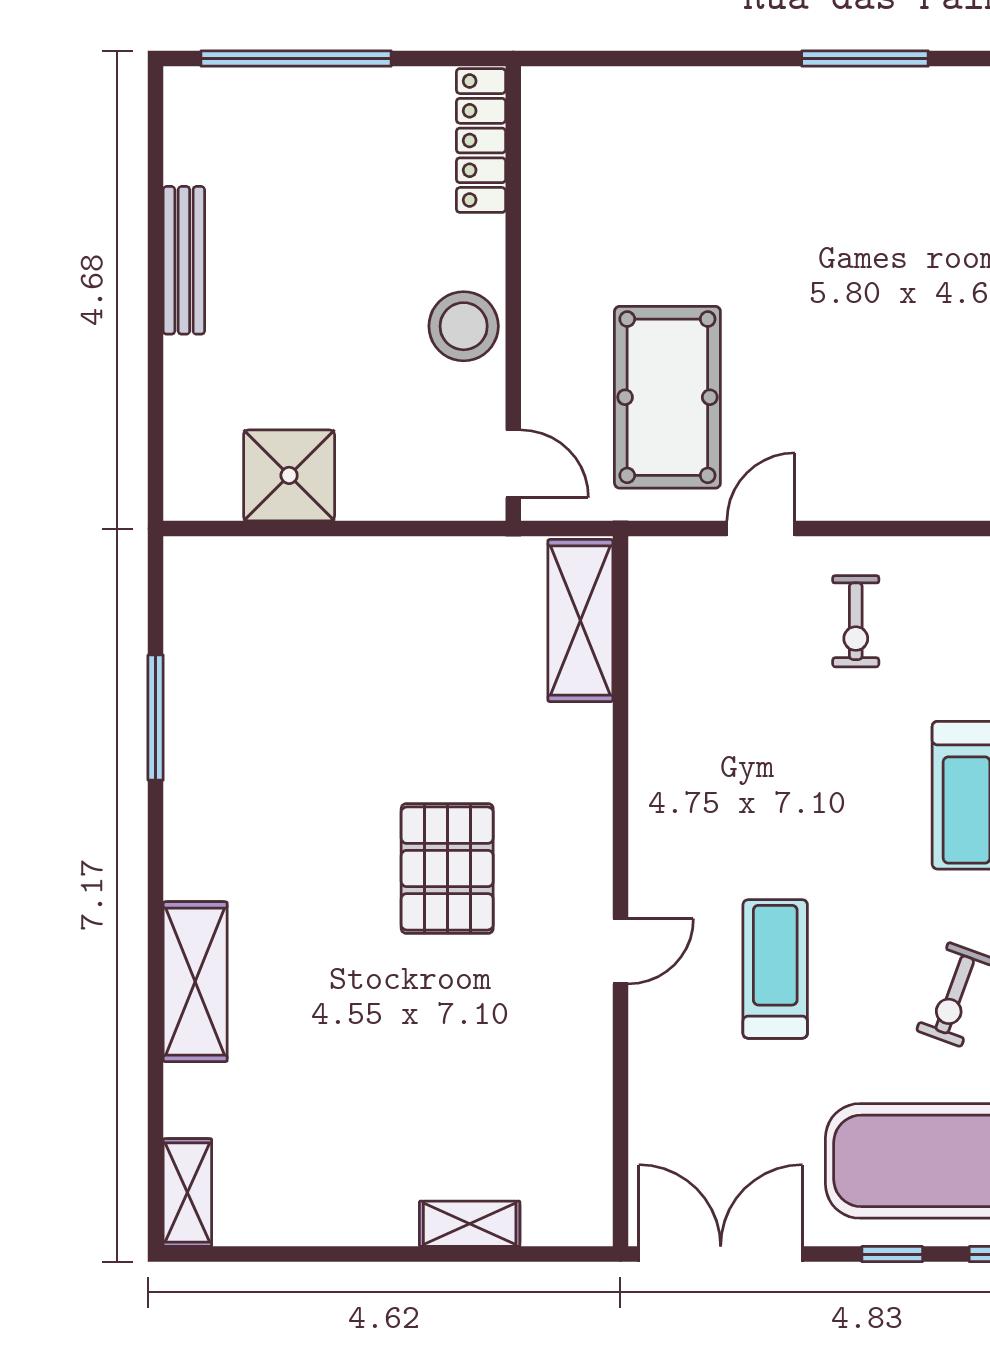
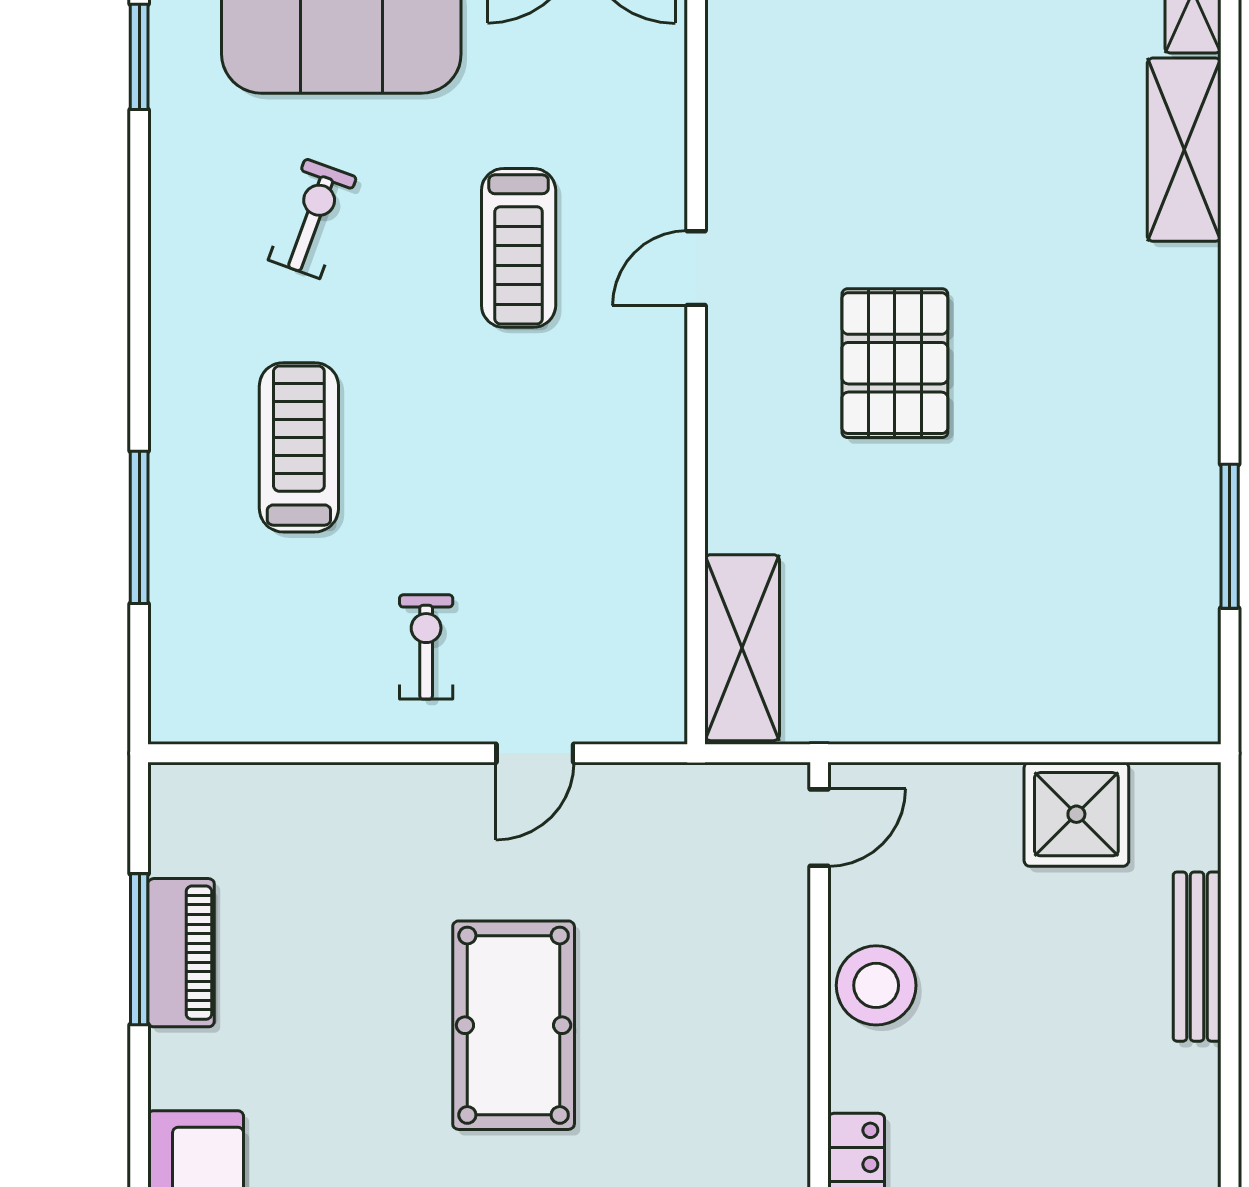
bench: (184, 260) -> (1197, 957), moved
pool table: (667, 397) -> (514, 1025), moved
door: (513, 464) -> (819, 828), swing flipped
shelving: (195, 982) -> (1184, 150), moved

